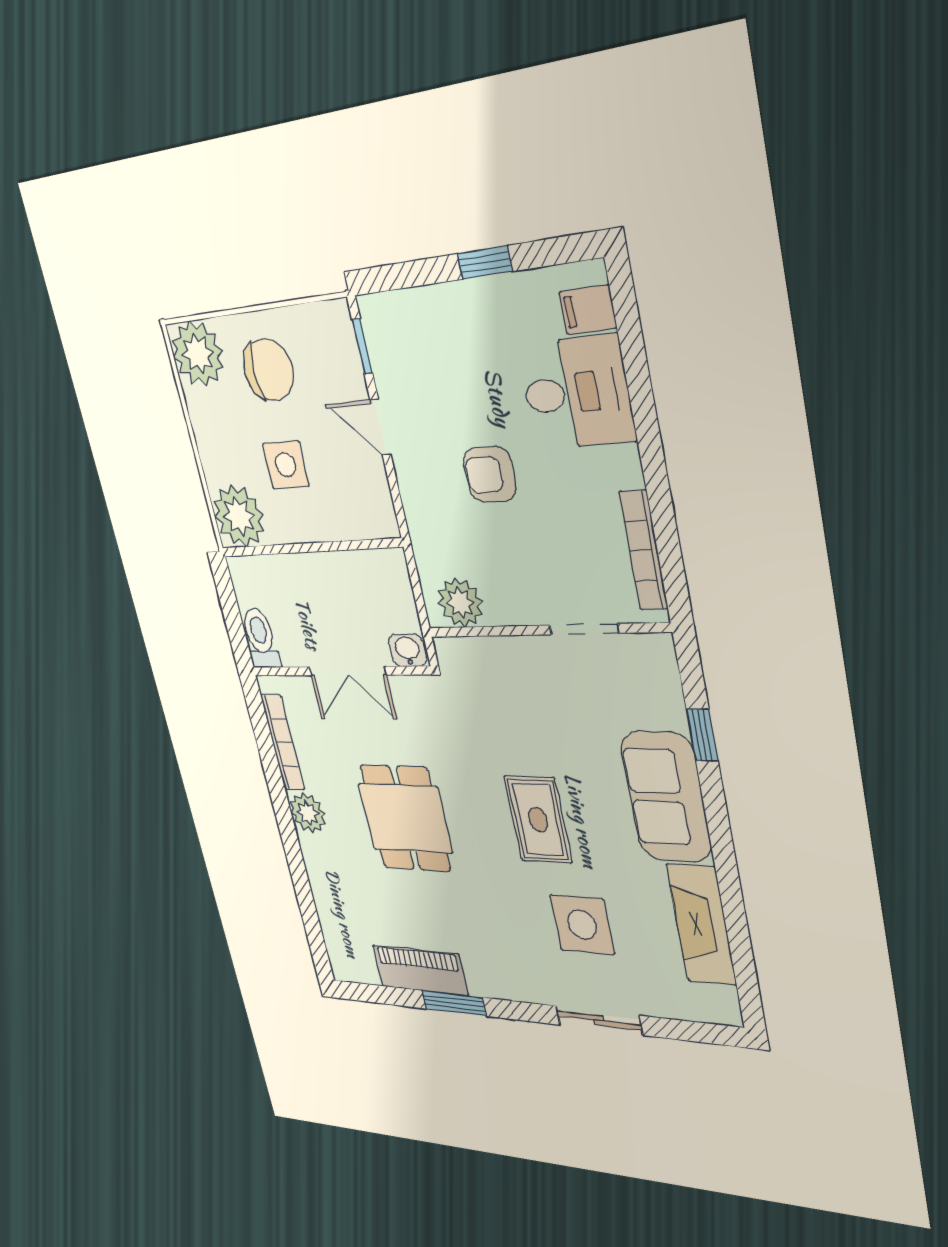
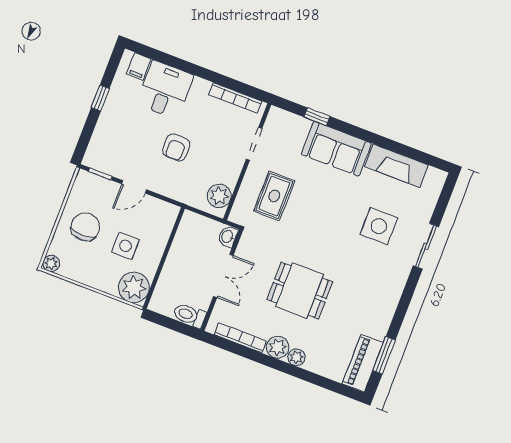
plant: (198, 354) -> (51, 263), width x0.53, depth x0.53
rug: (538, 820) -> (274, 196), moved, turned 90
plant: (313, 851) -> (297, 357), added
piano: (420, 970) -> (363, 363), moved
window: (454, 1003) -> (384, 355), moved

